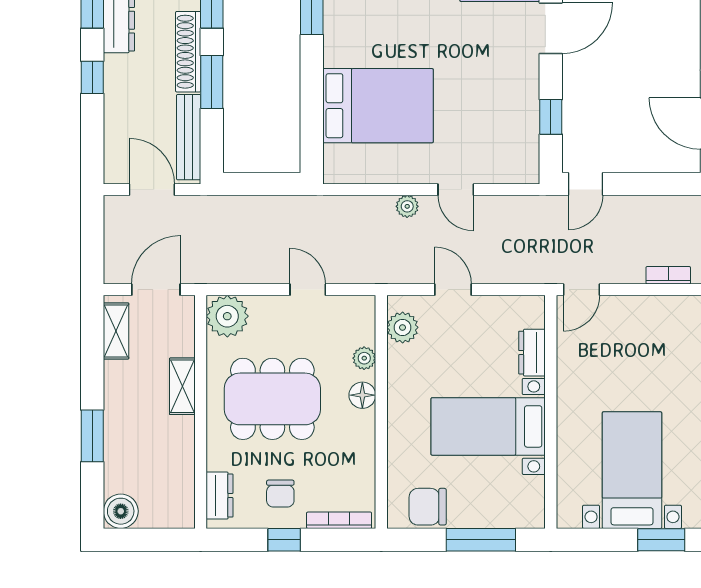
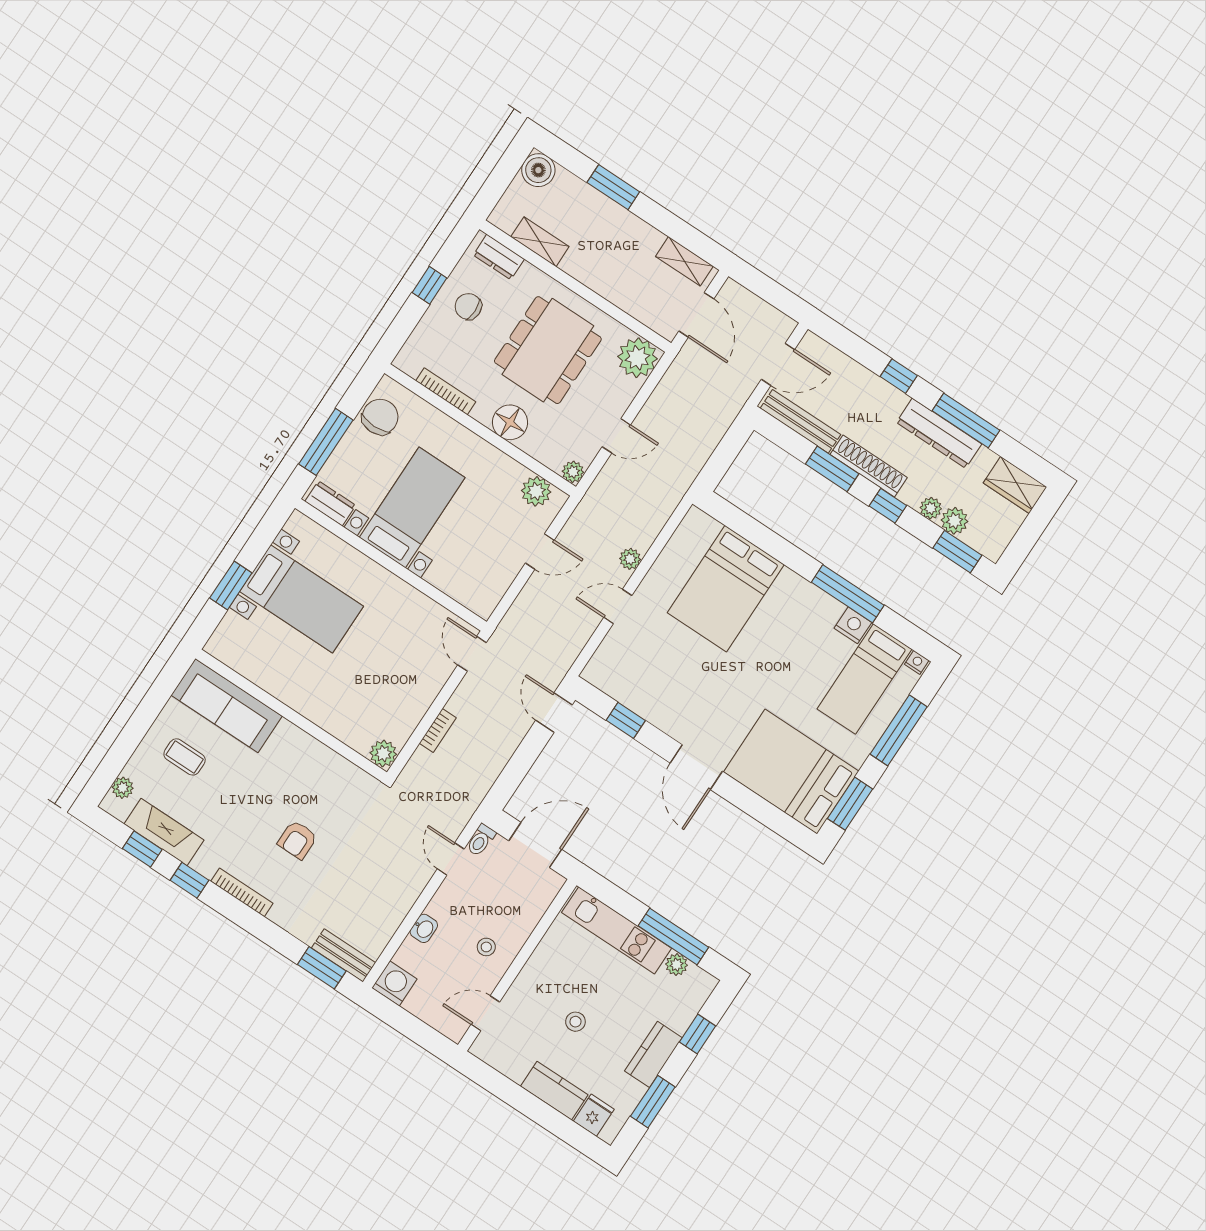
dresser: (532, 353) -> (330, 503), moved
plant: (364, 358) -> (573, 472), moved
shelving: (182, 386) -> (540, 242), moved
floor lamp: (362, 395) -> (510, 422), width x1.38, depth x1.38
bookcase: (339, 520) -> (446, 391), moved, turned -90

